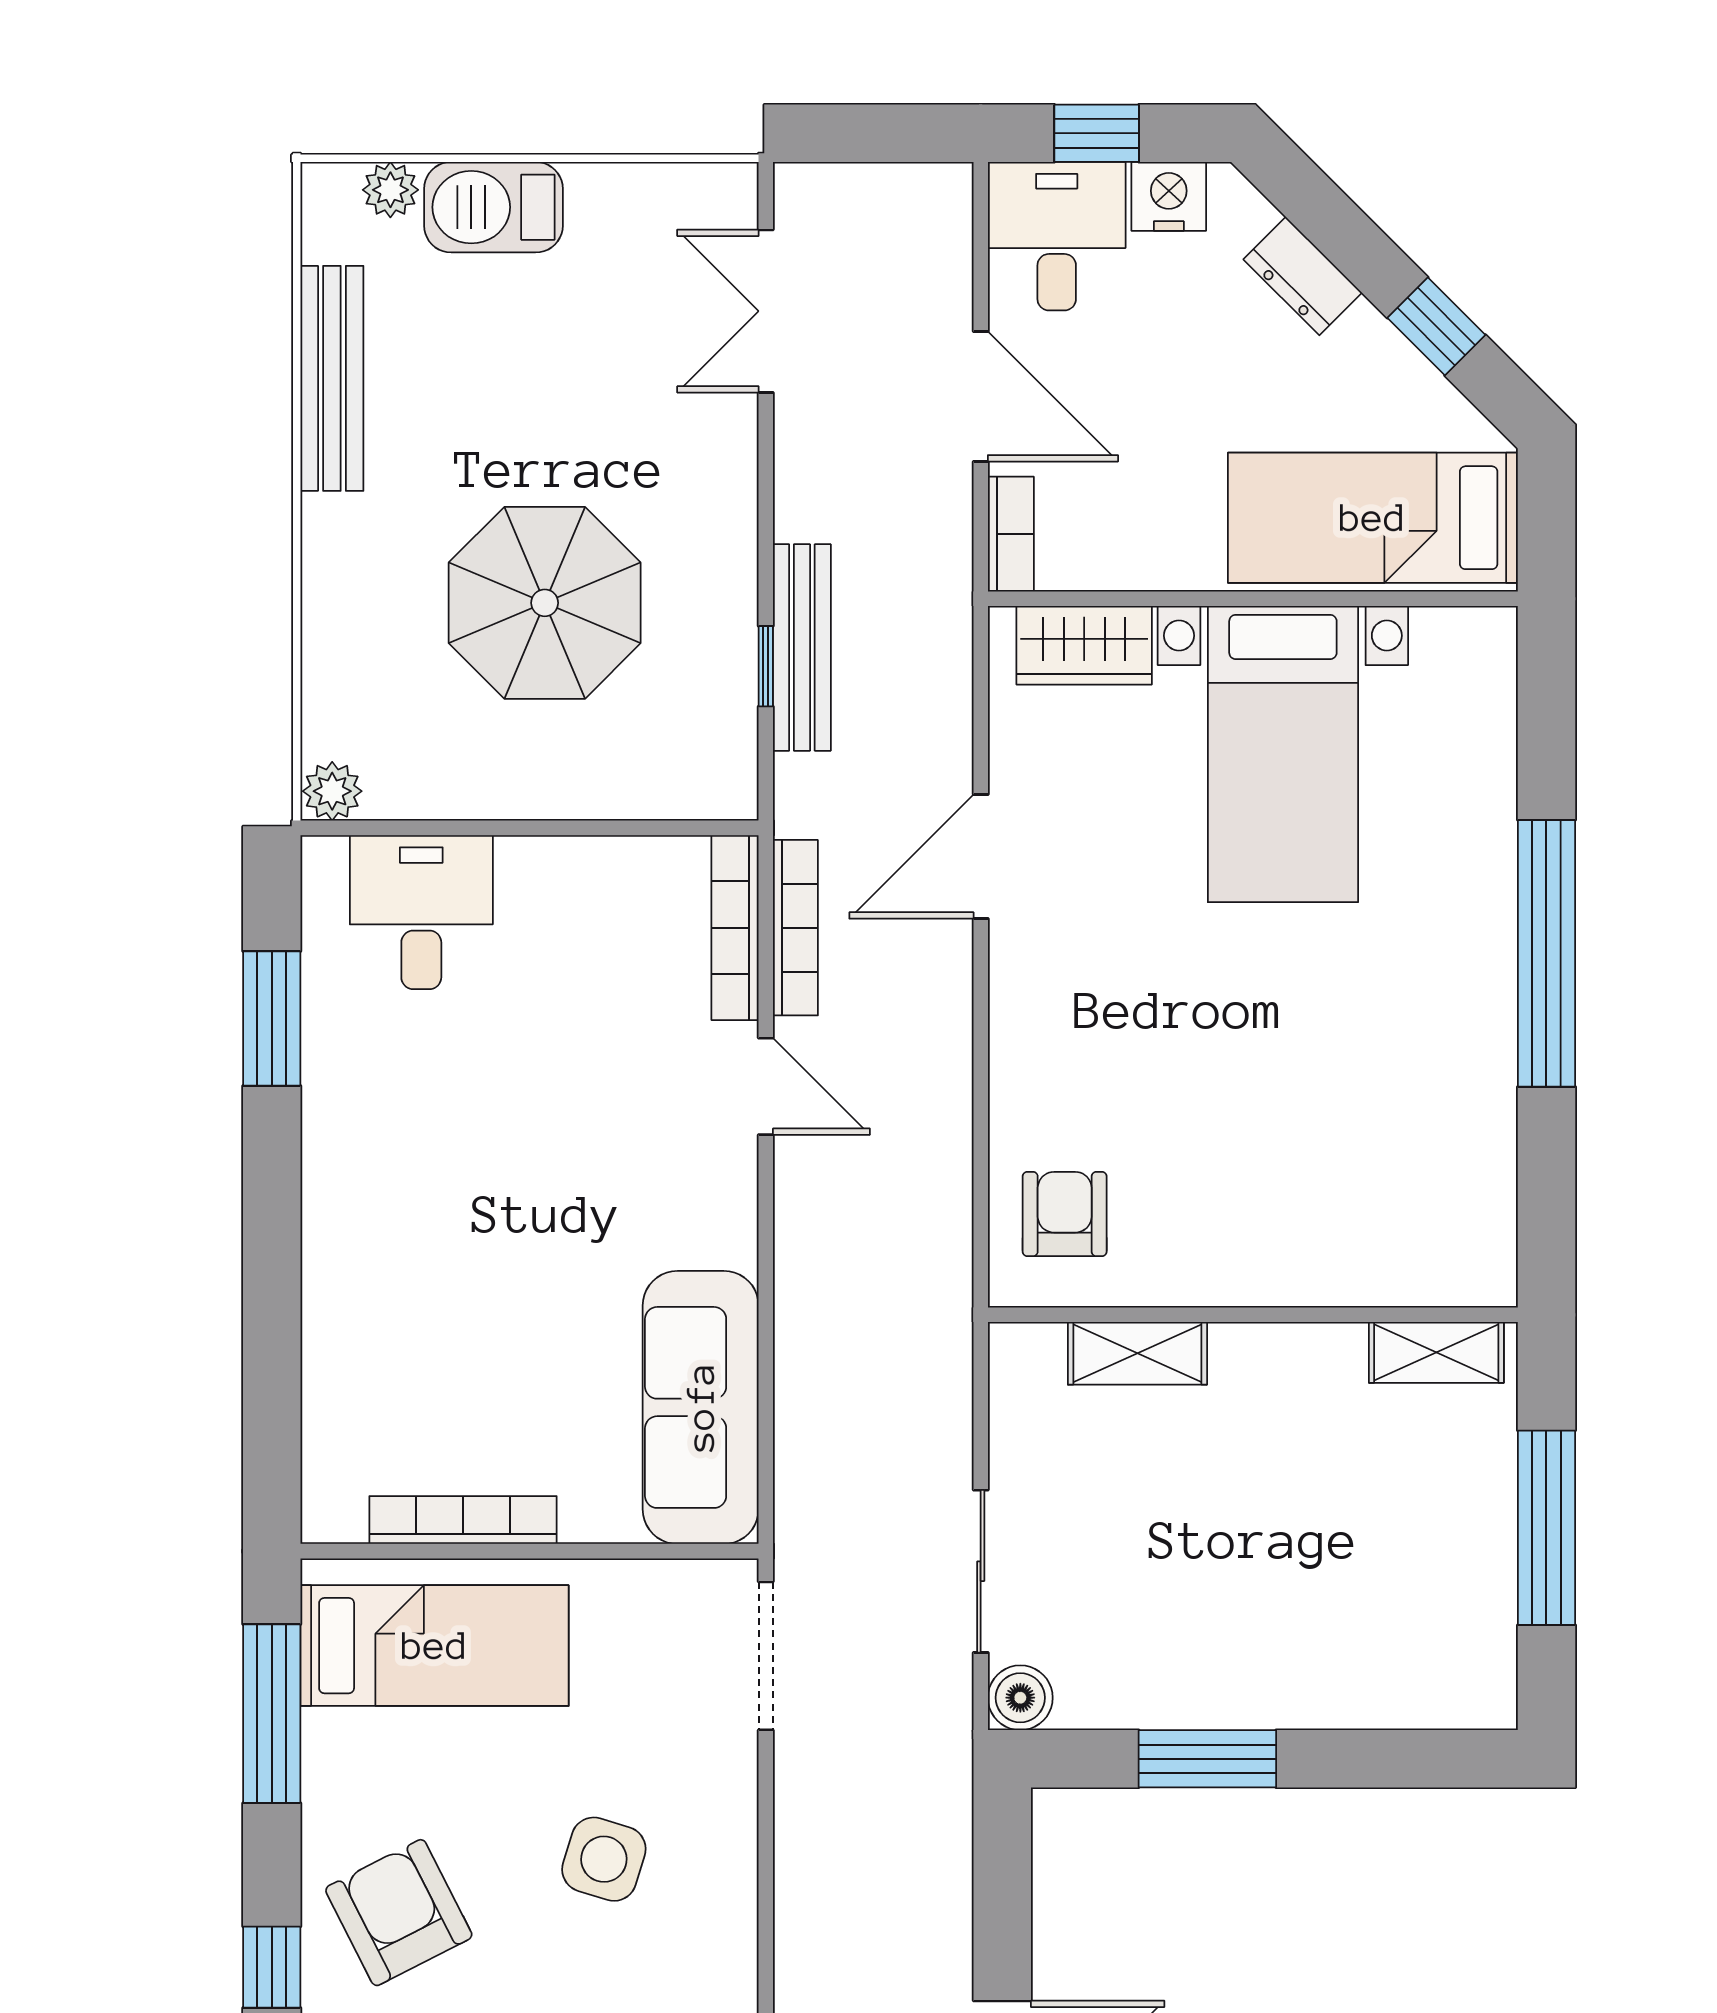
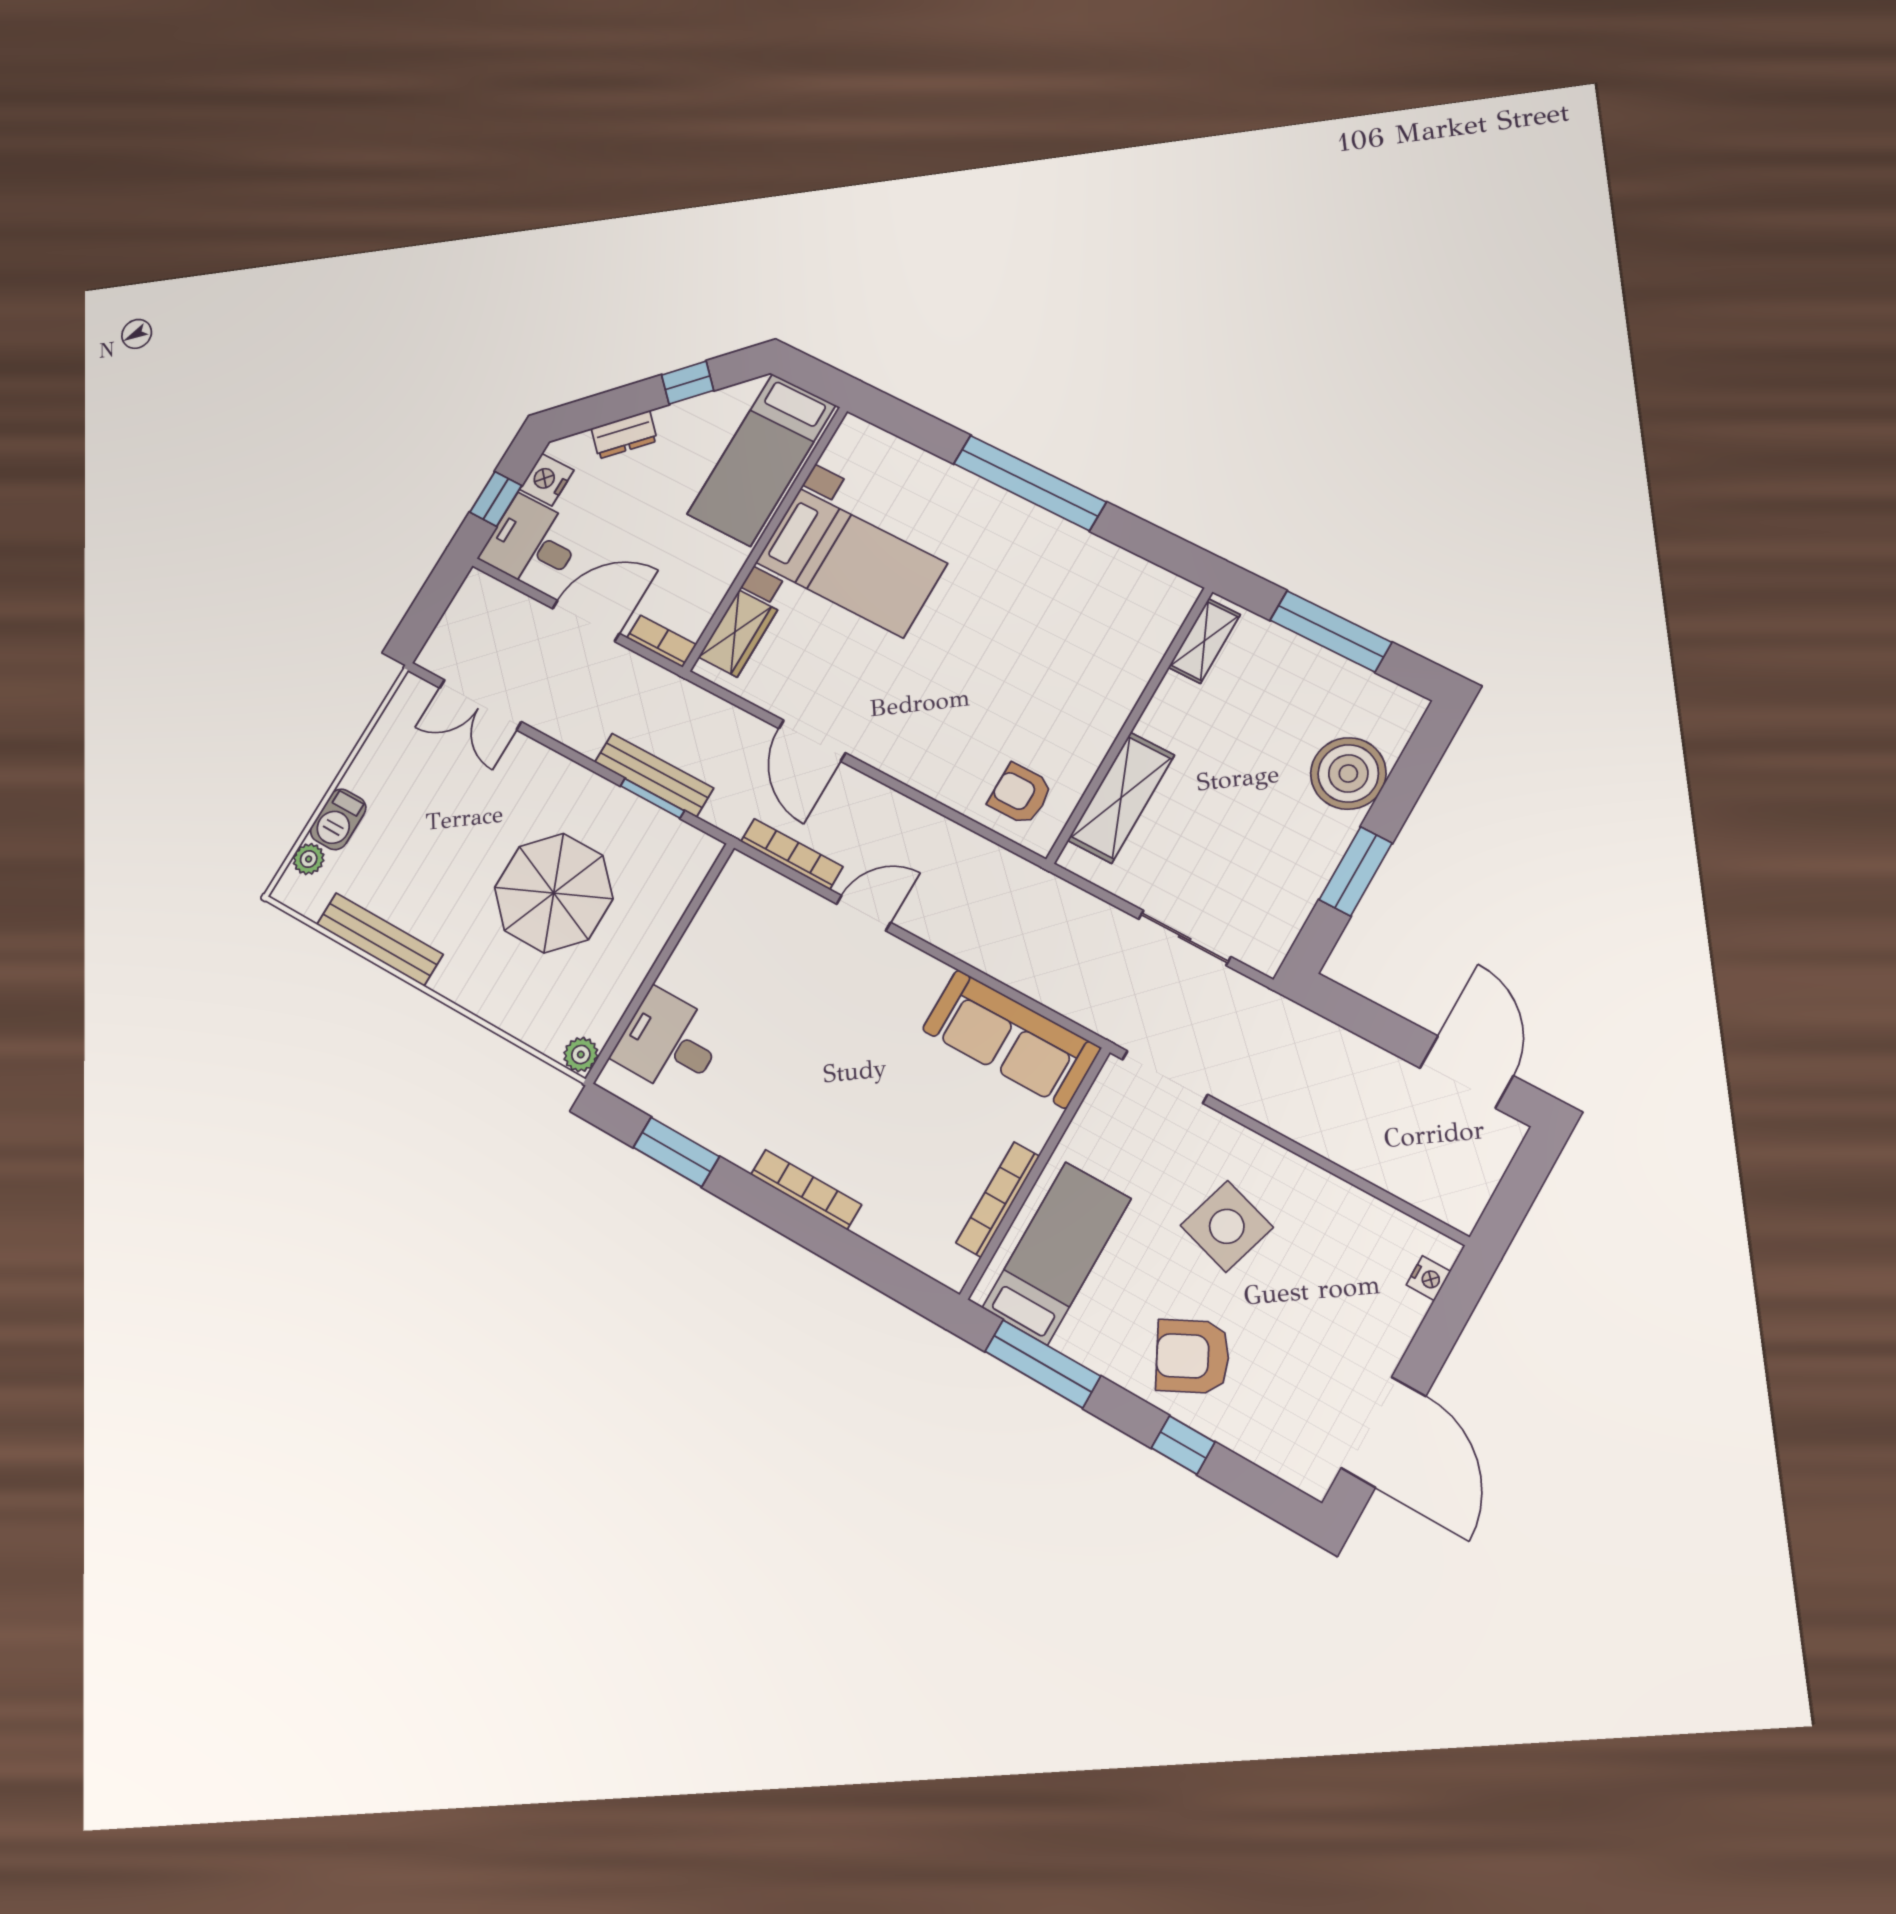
barbecue: (493, 207) -> (338, 819), width x0.73, depth x0.79
window: (766, 666) -> (652, 798), width x1.50
bookcase: (735, 928) -> (806, 1190), moved, turned 180
shelving: (1137, 1353) -> (1121, 798), width x1.50, depth x1.33
boiler: (1020, 1698) -> (1348, 773), moved, width x1.86, depth x1.86
side table: (604, 1859) -> (1227, 1226), width x1.37, depth x1.37

